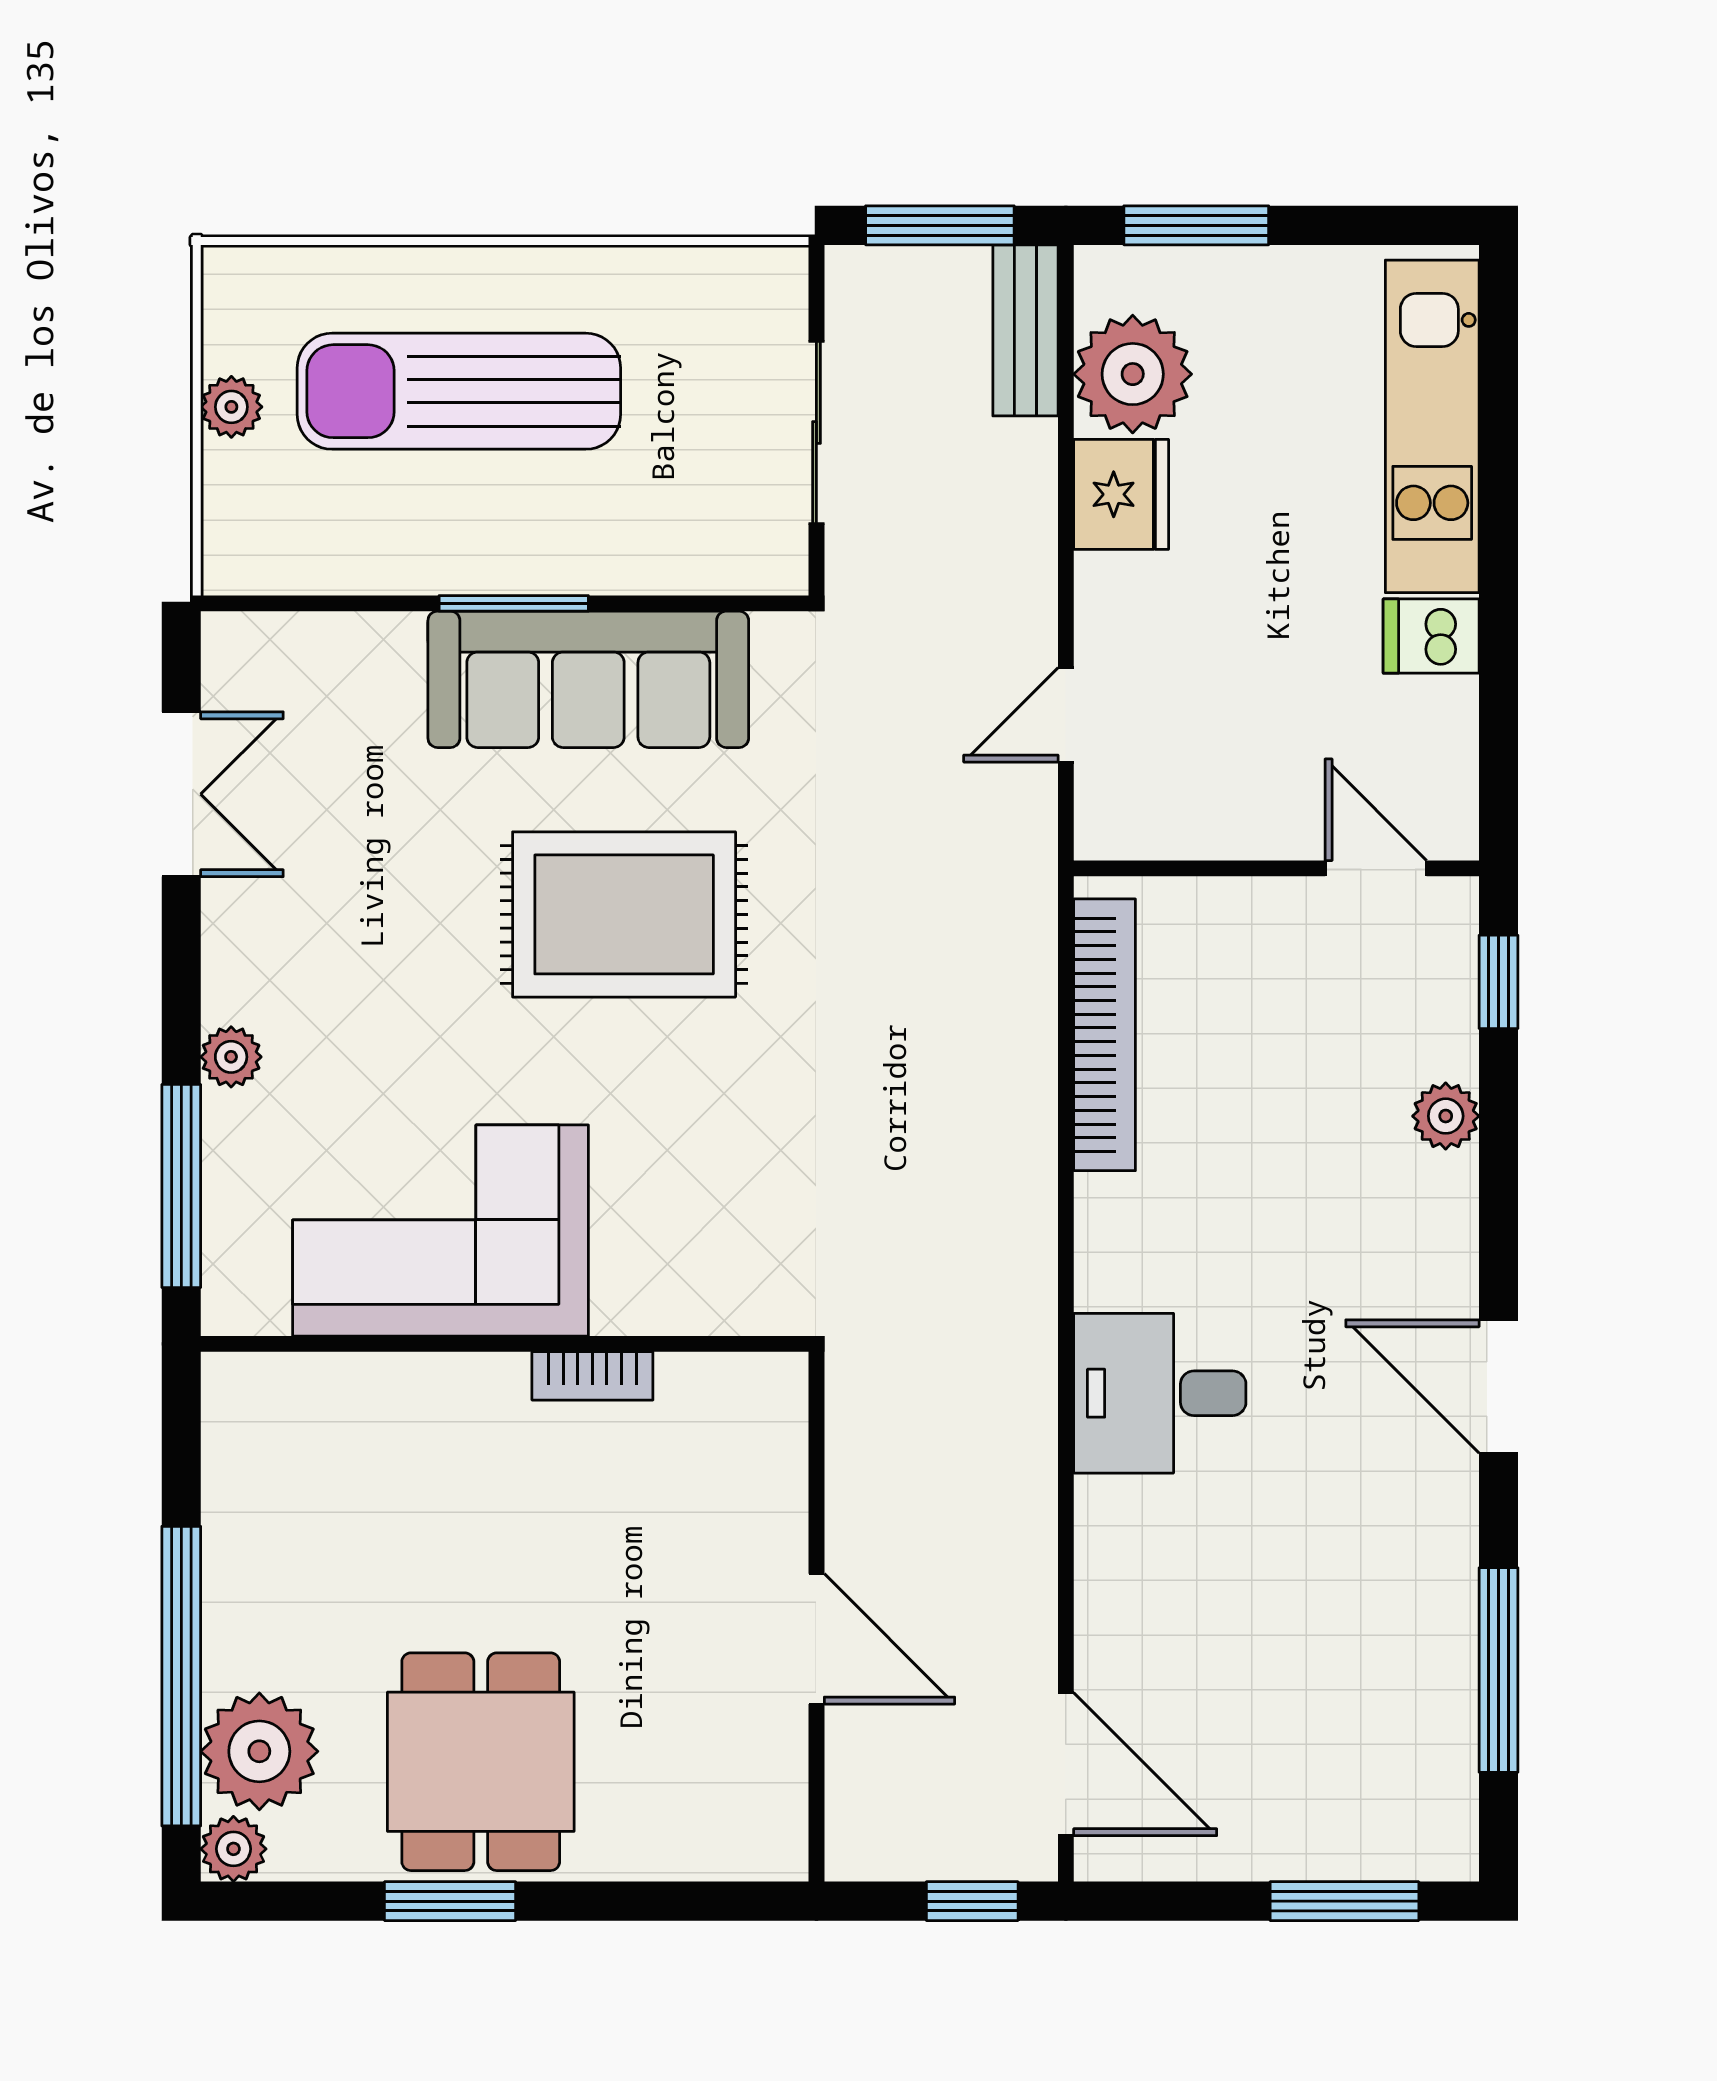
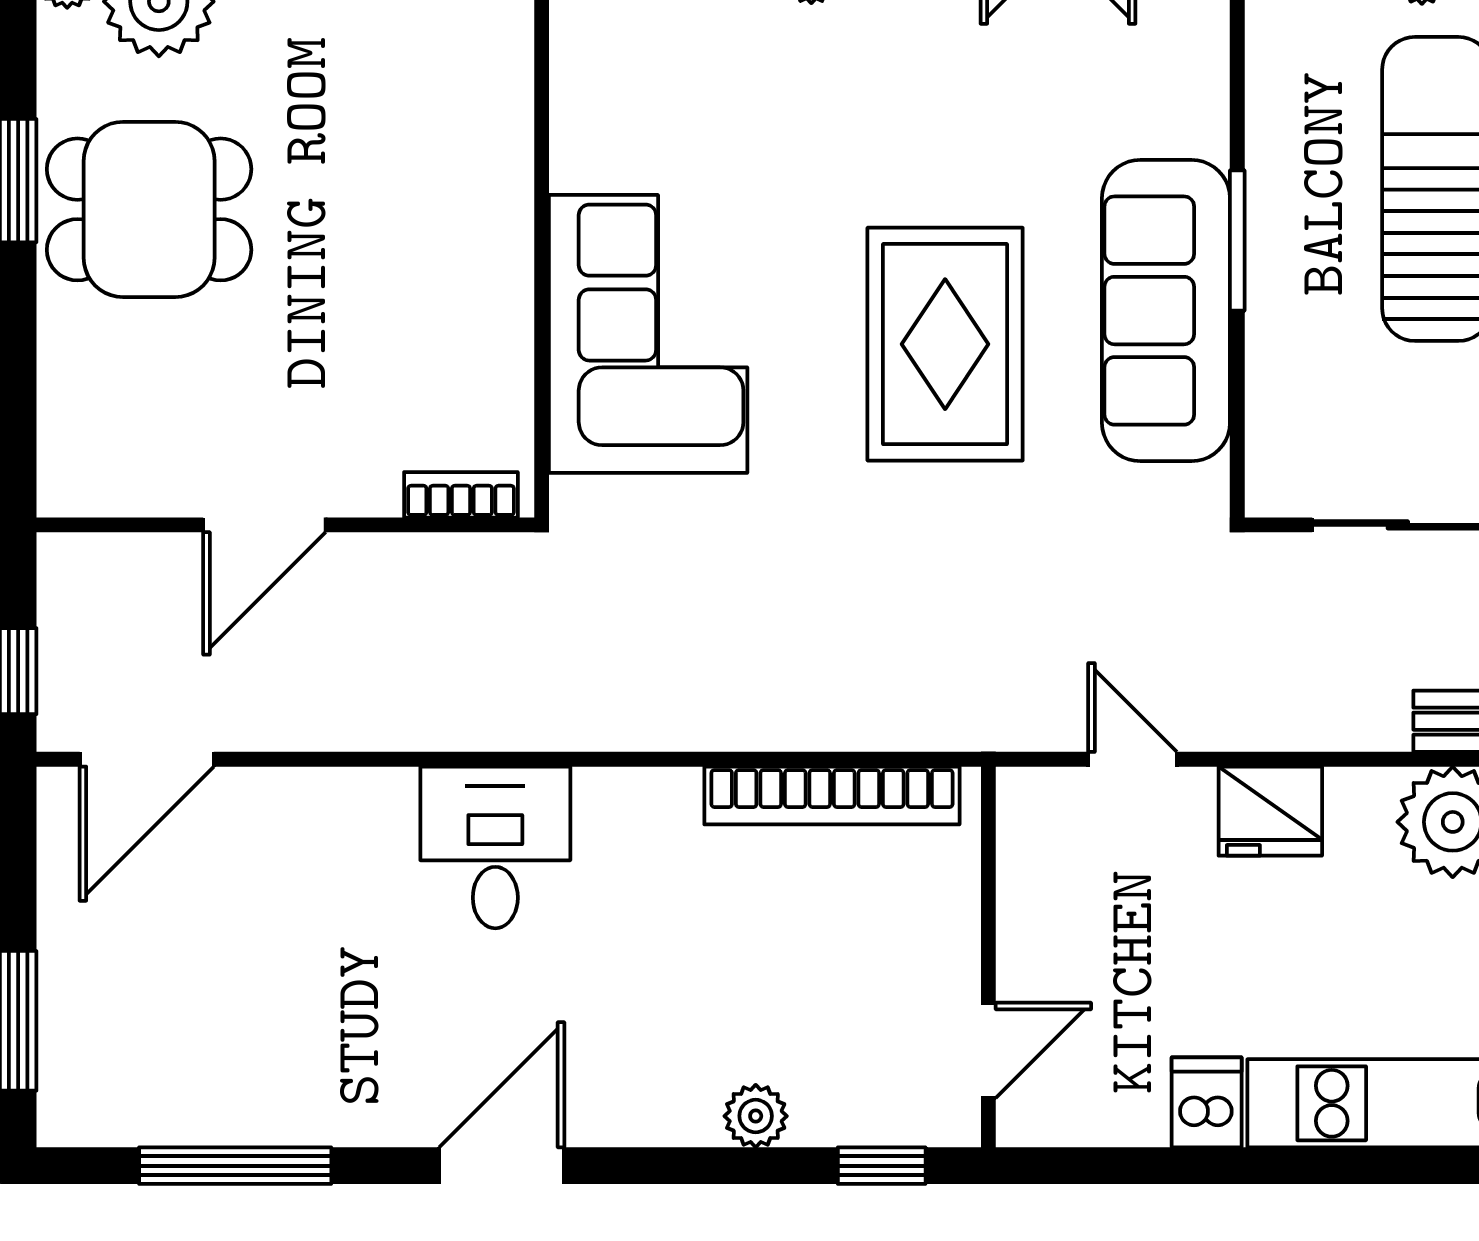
fridge: (1121, 494) -> (1270, 811), moved
corner sofa: (440, 1230) -> (648, 334), moved
bookcase: (592, 1376) -> (461, 495), moved, turned 90

